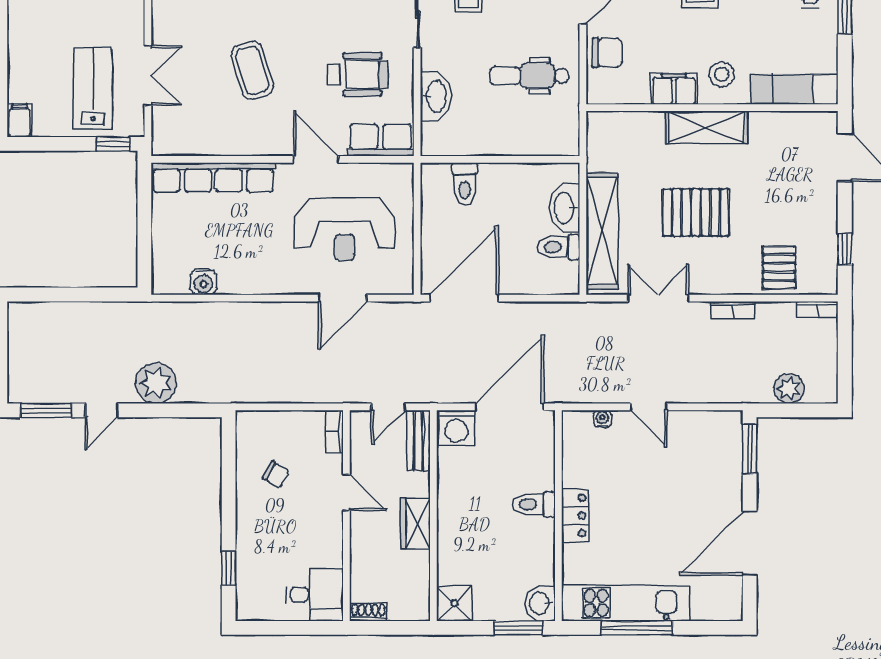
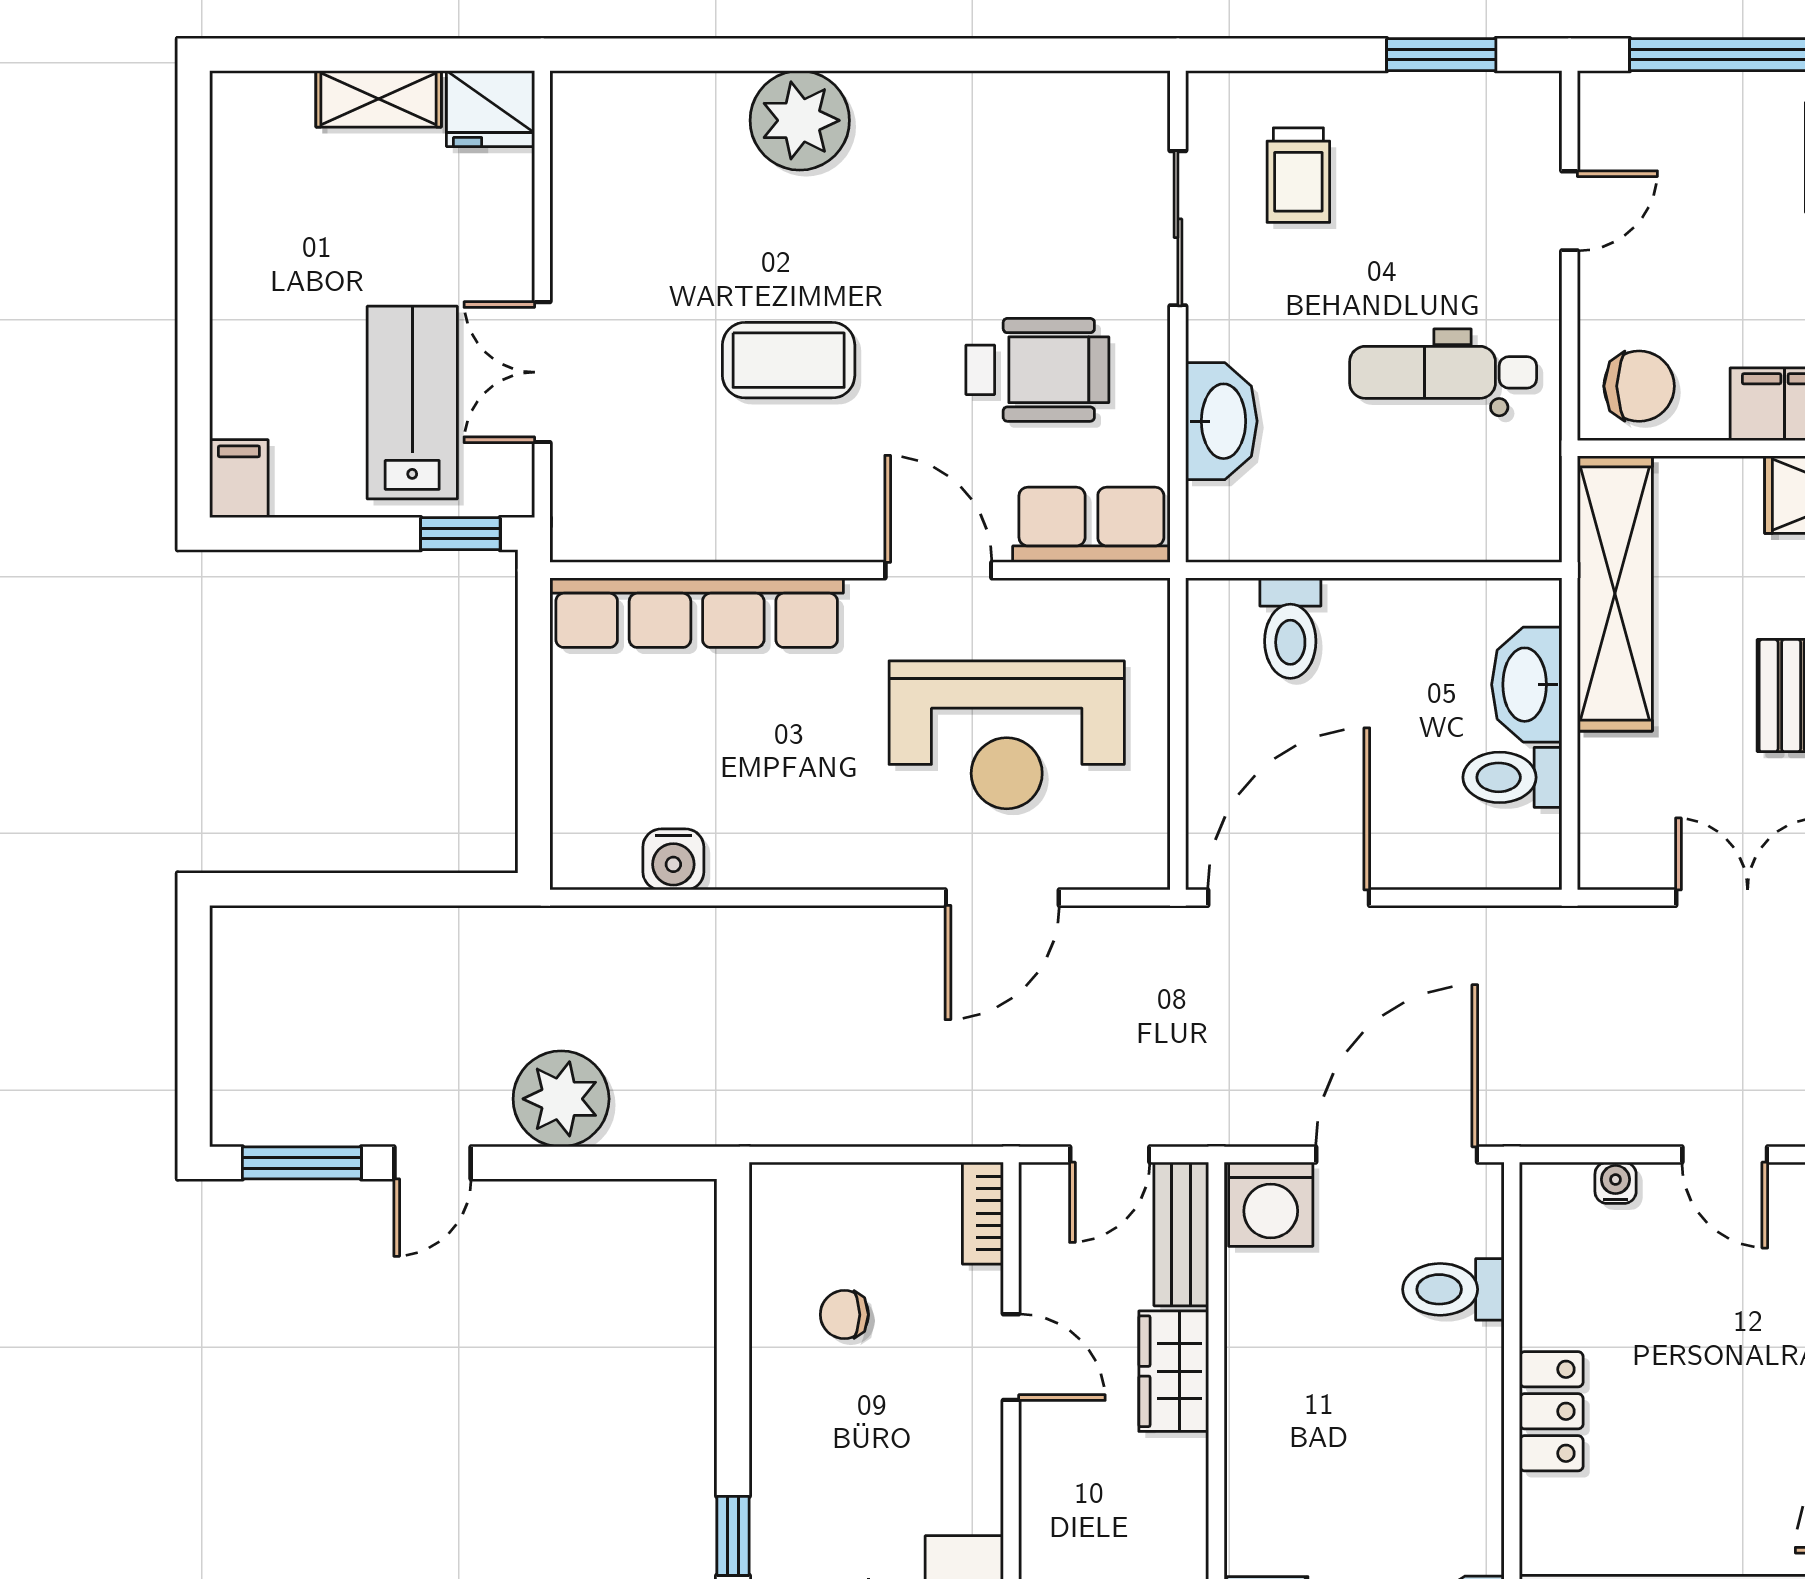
chair: (607, 52) -> (1639, 386), moved
coffee table: (252, 70) -> (789, 360), turned -73
double door: (148, 76) -> (542, 372), swing flipped
shelving: (602, 231) -> (1615, 593), moved
chair: (276, 475) -> (844, 1315), turned 150
toilet: (534, 504) -> (1453, 1289), moved
wardrobe: (415, 523) -> (1174, 1371), moved

